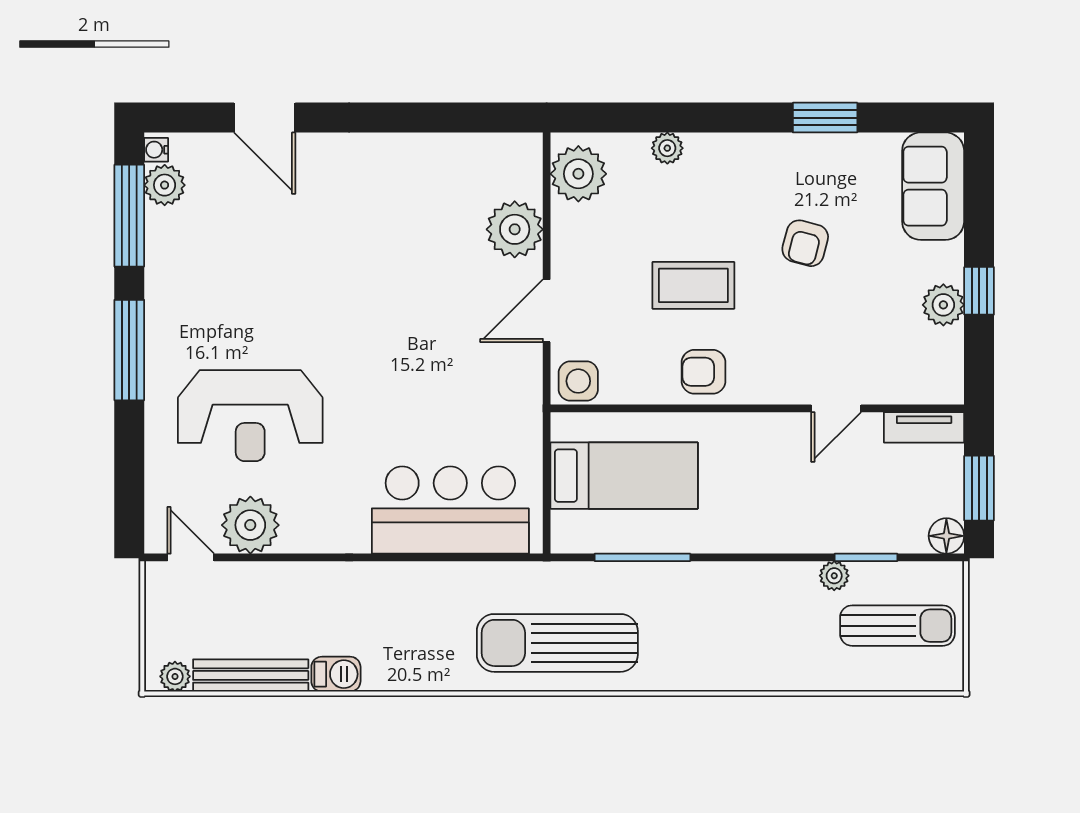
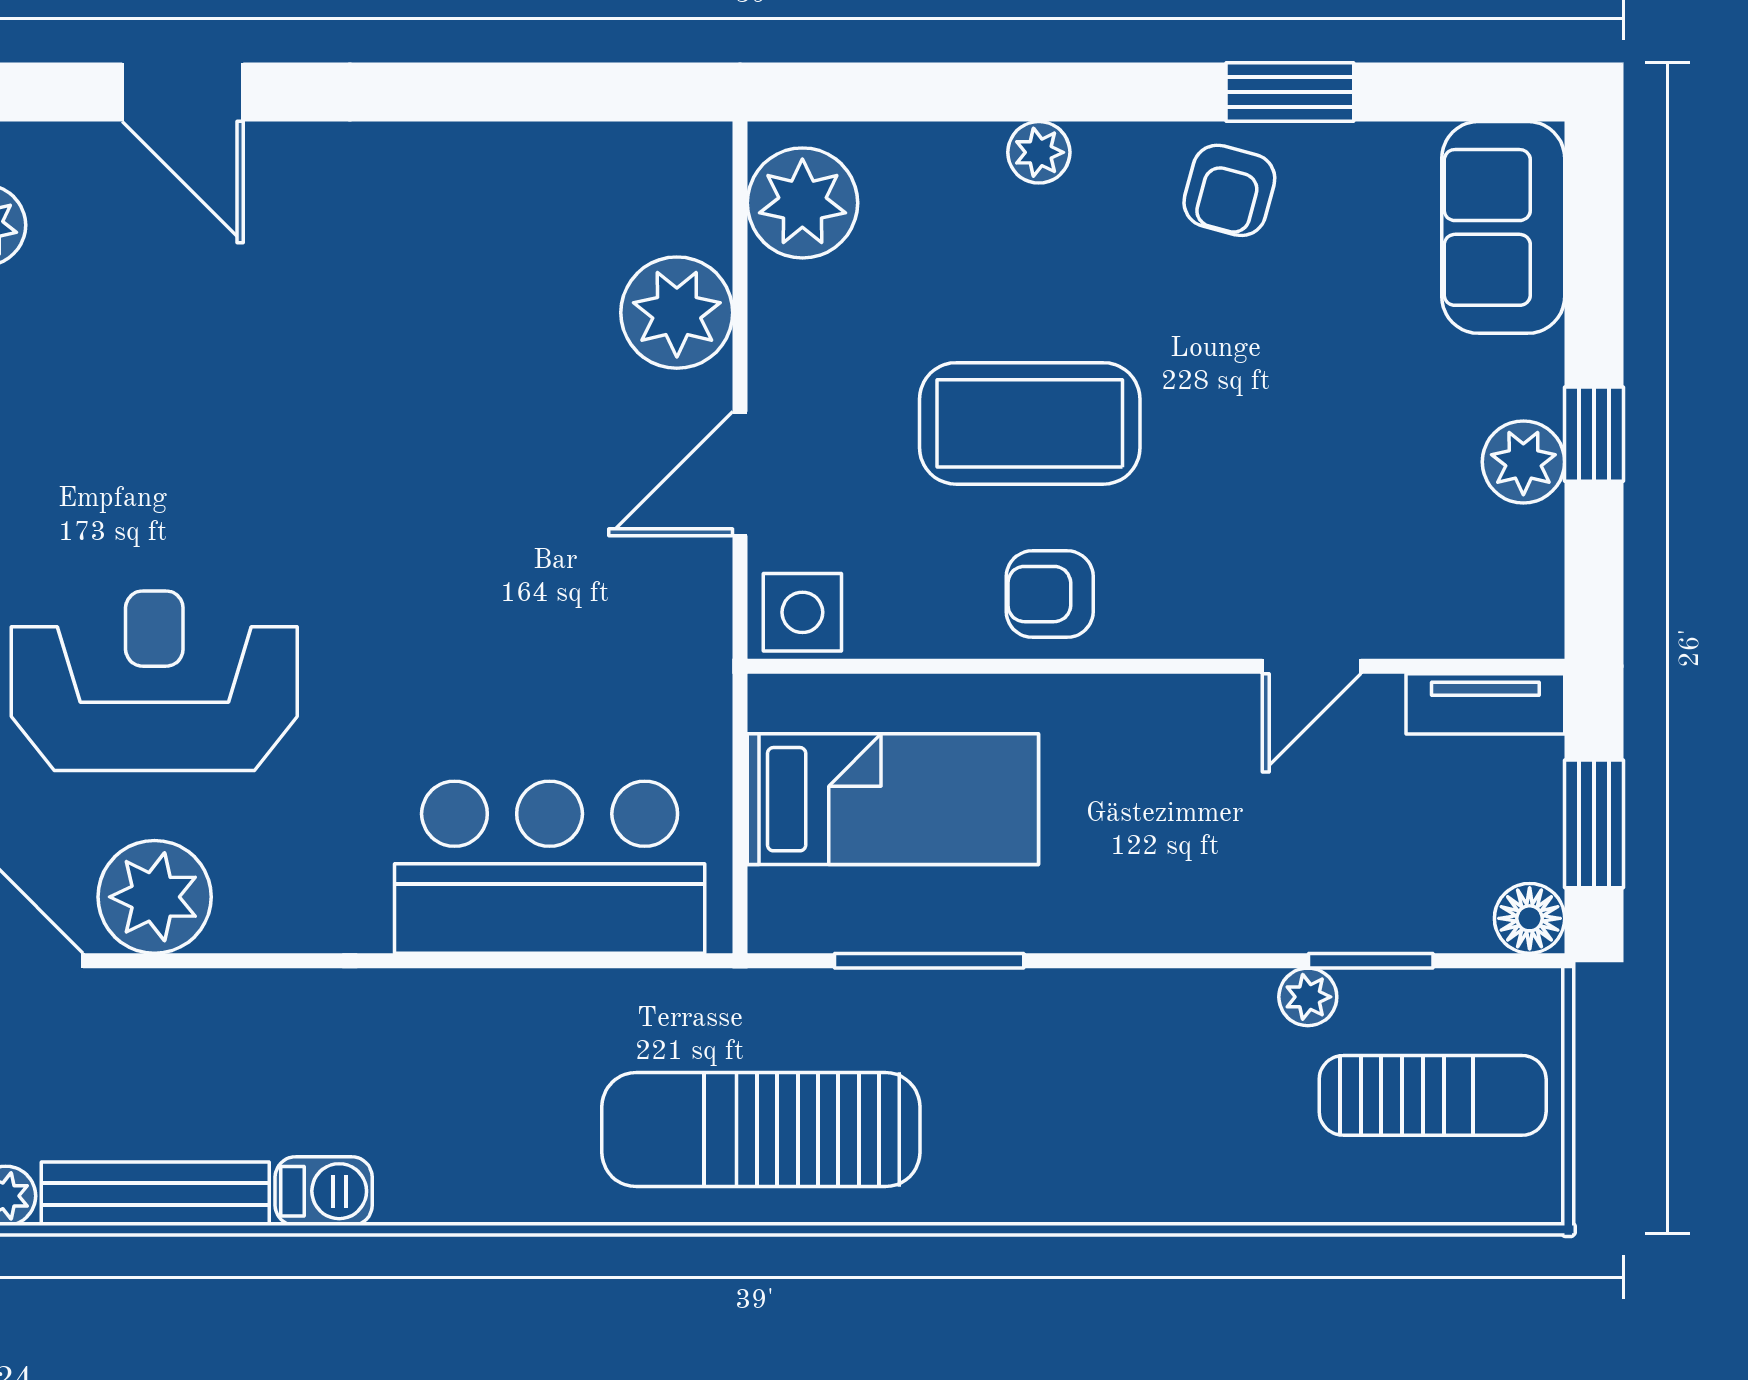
plant: (667, 148) -> (1039, 152), moved
armchair: (805, 243) -> (1229, 190), moved
coffee table: (693, 285) -> (1030, 423), width x1.36, depth x1.32
reception desk: (250, 416) -> (154, 681), turned 180

